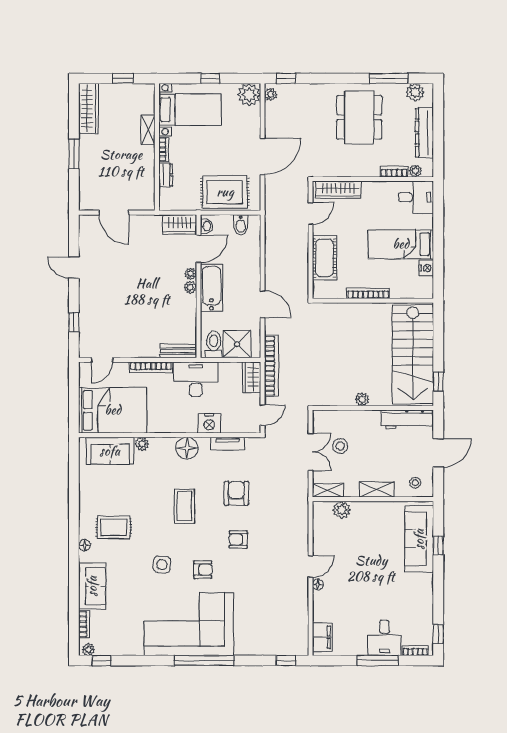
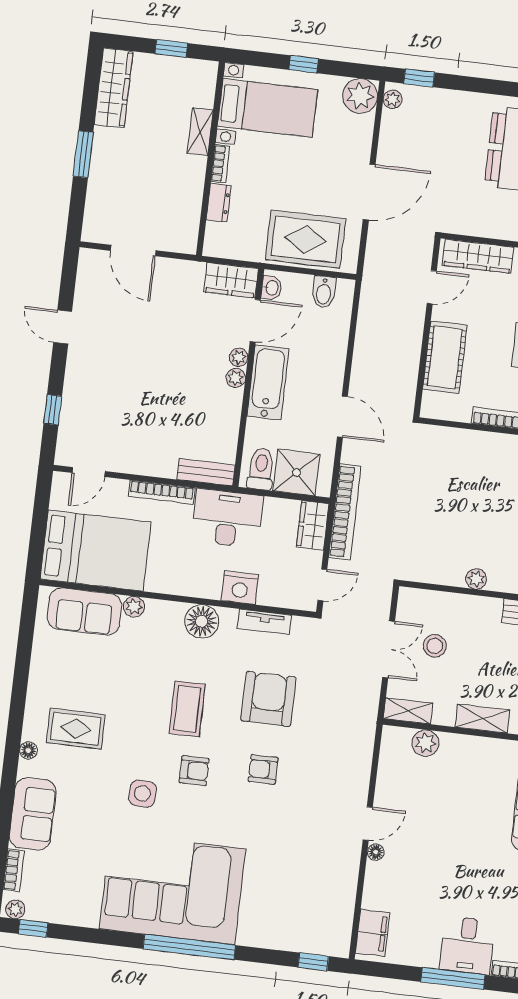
armchair: (236, 493) -> (269, 699), width x1.36, depth x1.36
armchair: (203, 570) -> (194, 771), moved

